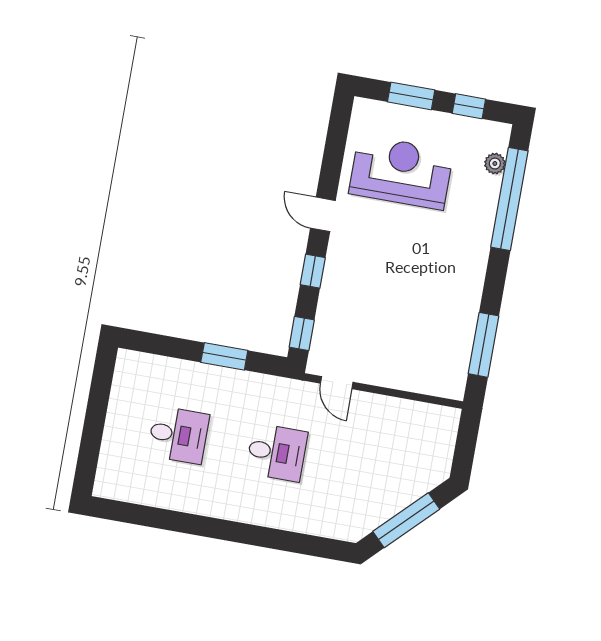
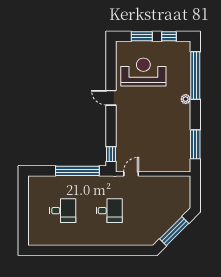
plant: (495, 164) -> (186, 99), moved
window: (313, 271) -> (111, 125), removed
window: (224, 356) -> (77, 171), width x2.11
door: (337, 383) -> (131, 174), swing flipped

